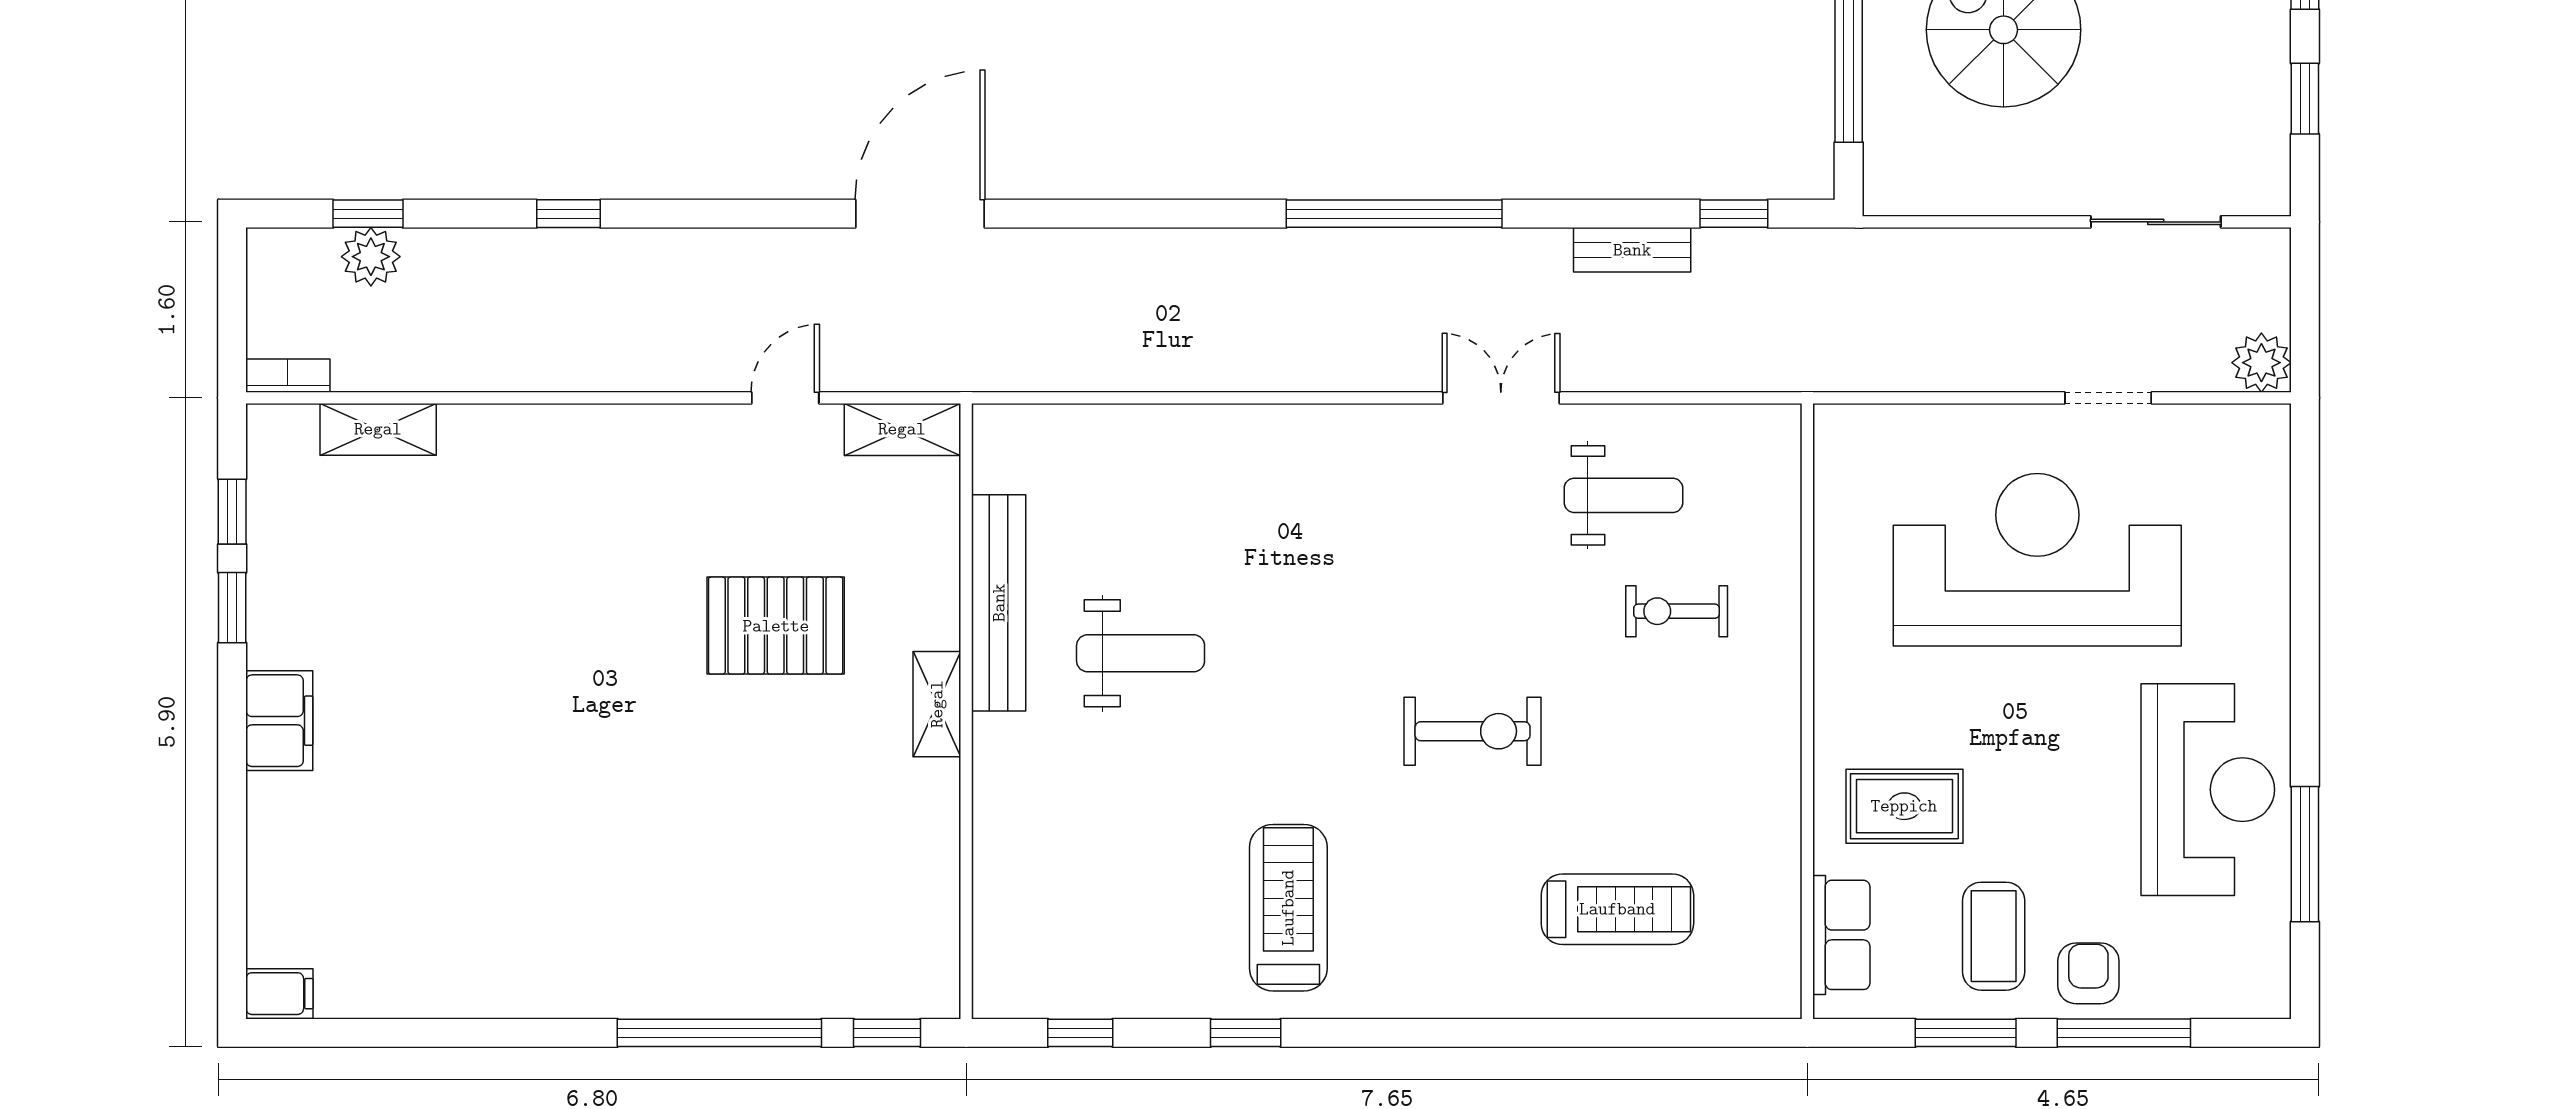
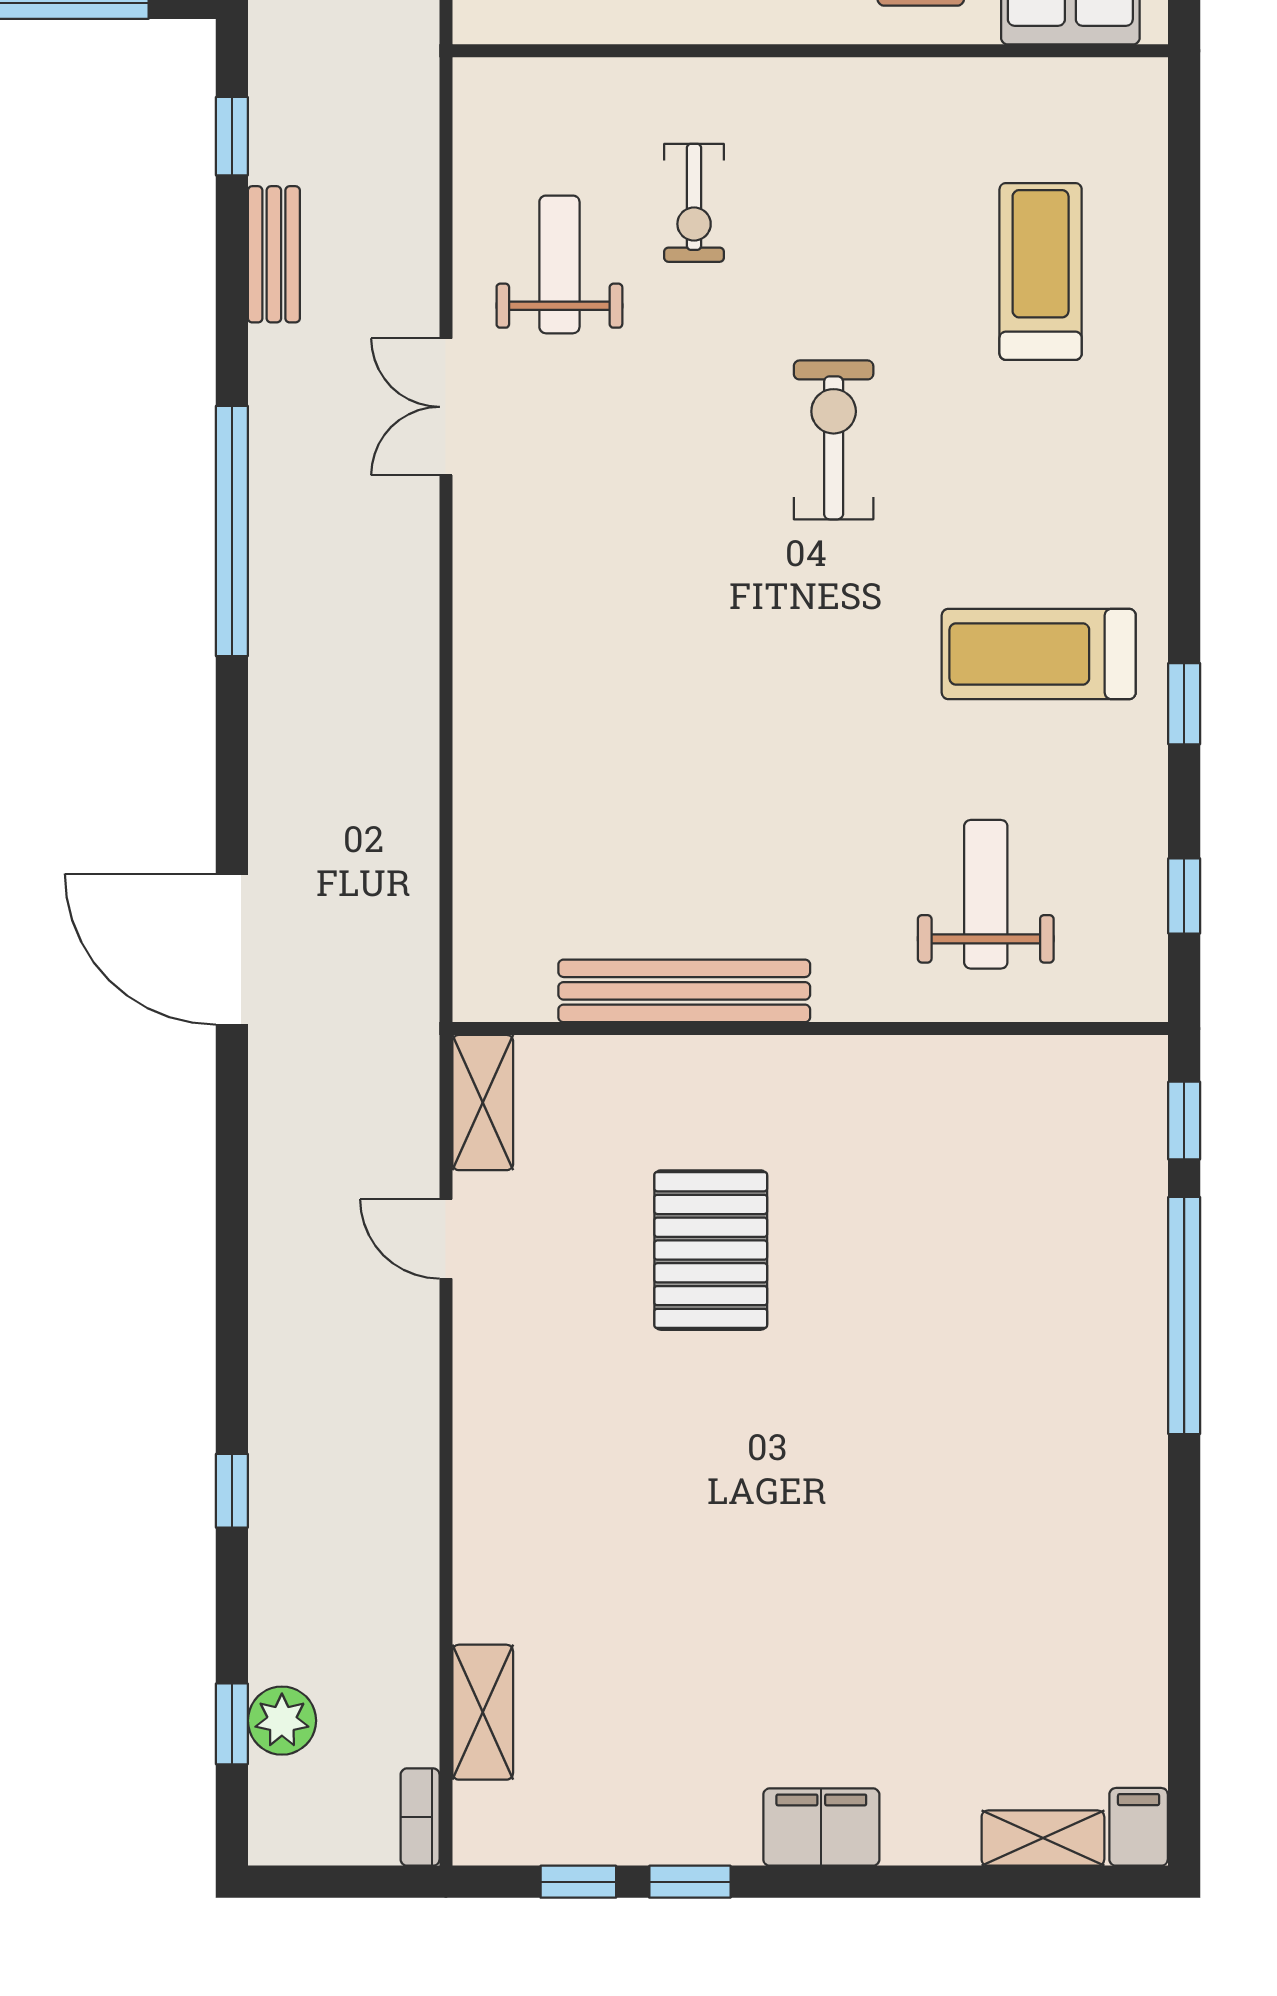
door: (920, 214) -> (232, 949), moved
weight bench: (1141, 653) -> (986, 894), moved
shelving: (937, 704) -> (1043, 1838), moved

